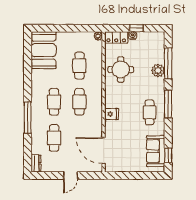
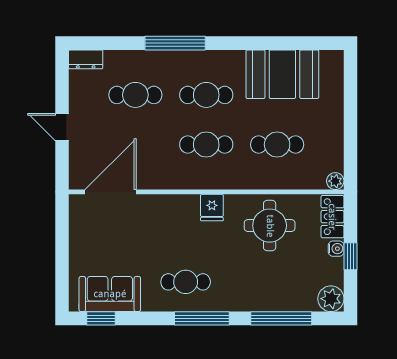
booth: (43, 50) -> (282, 74), moved
plant: (158, 70) -> (331, 299), moved
fridge: (112, 114) -> (212, 208), moved

